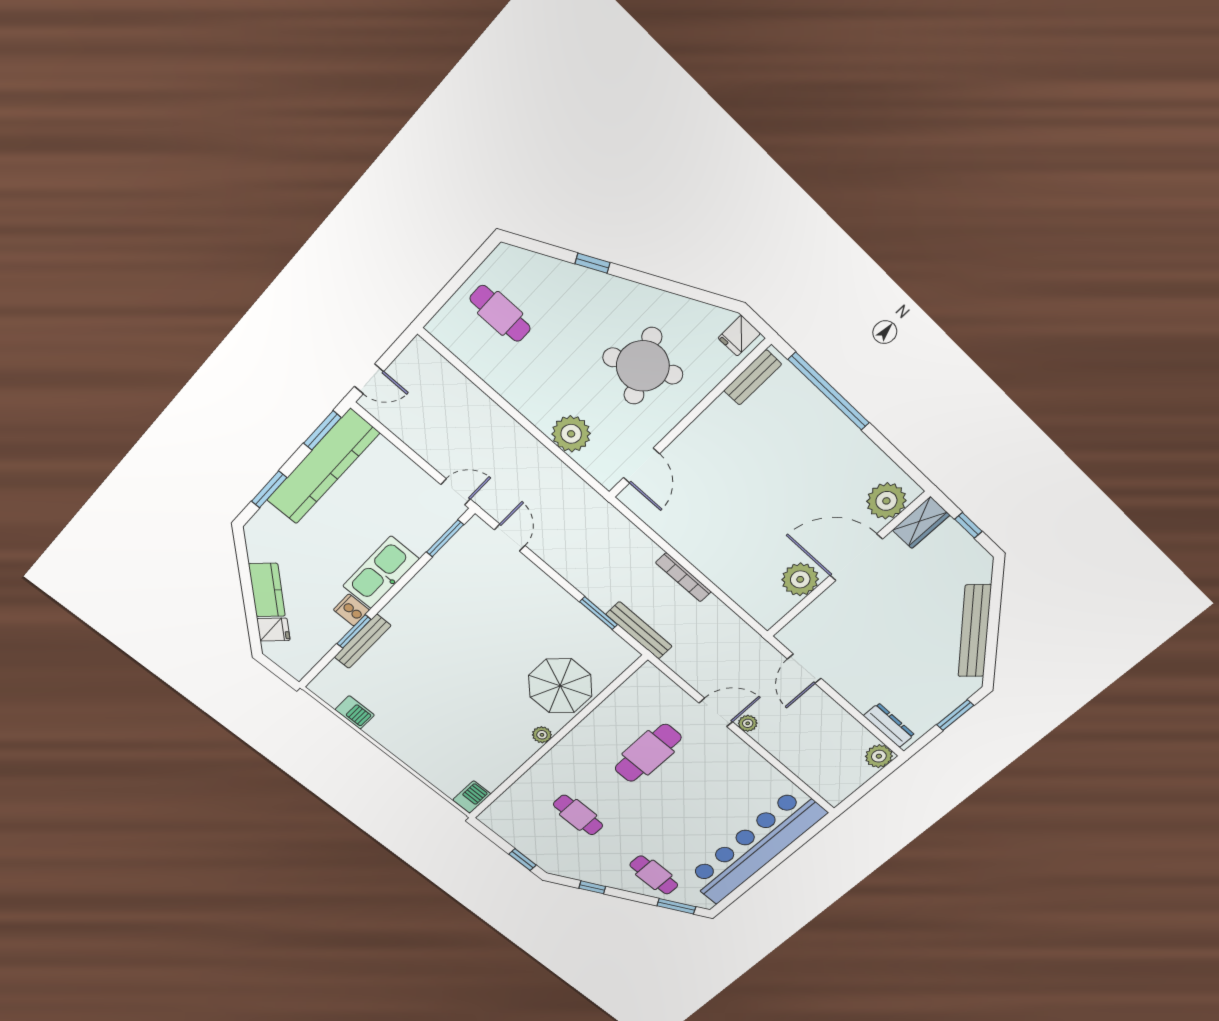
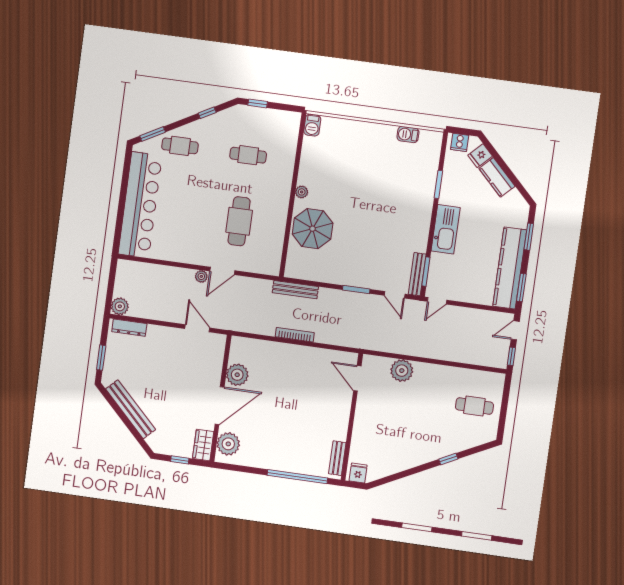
window: (398, 347) -> (511, 356), added
round table: (643, 366) -> (392, 428), removed
cooker: (351, 610) -> (460, 142), moved, turned 90
window: (599, 613) -> (356, 289), moved
bench: (363, 641) -> (417, 274), moved

